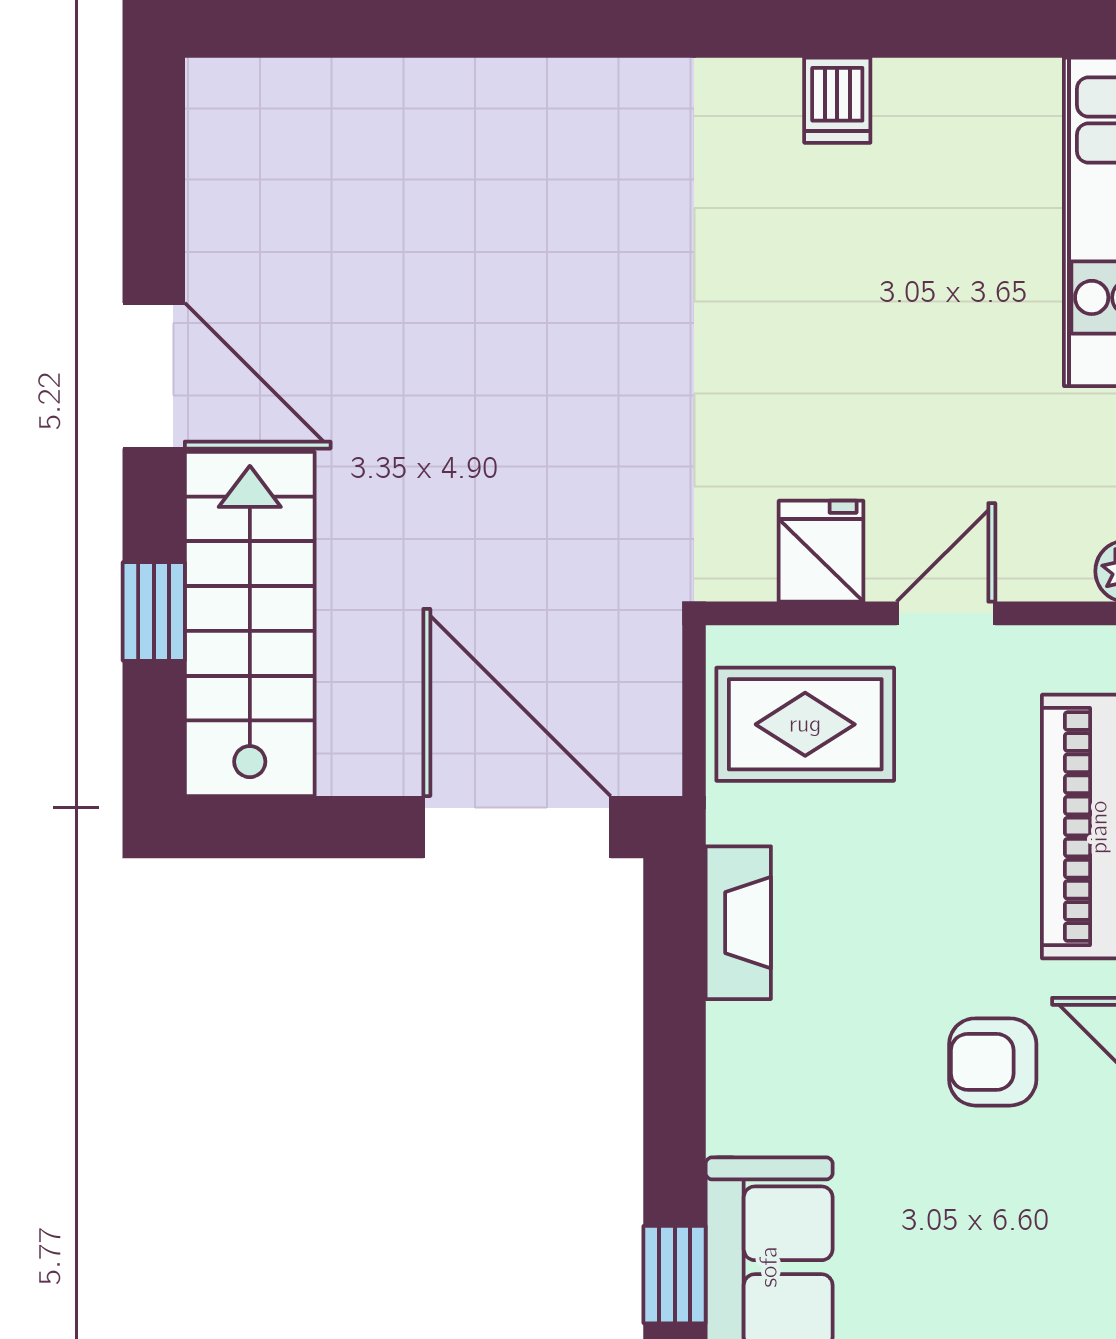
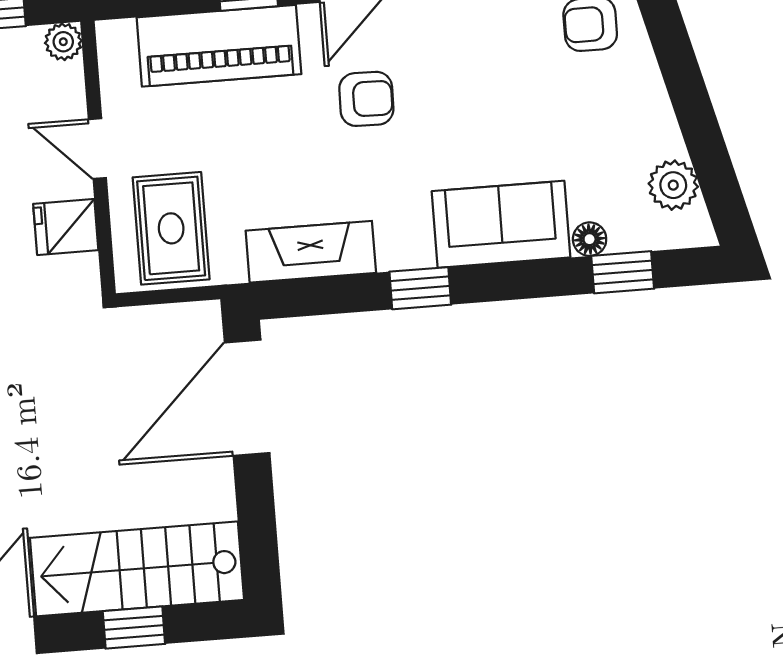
fireplace: (738, 923) -> (311, 252), width x1.37, depth x1.32
armchair: (993, 1062) -> (366, 99), turned -89
window: (675, 1275) -> (420, 288), moved

